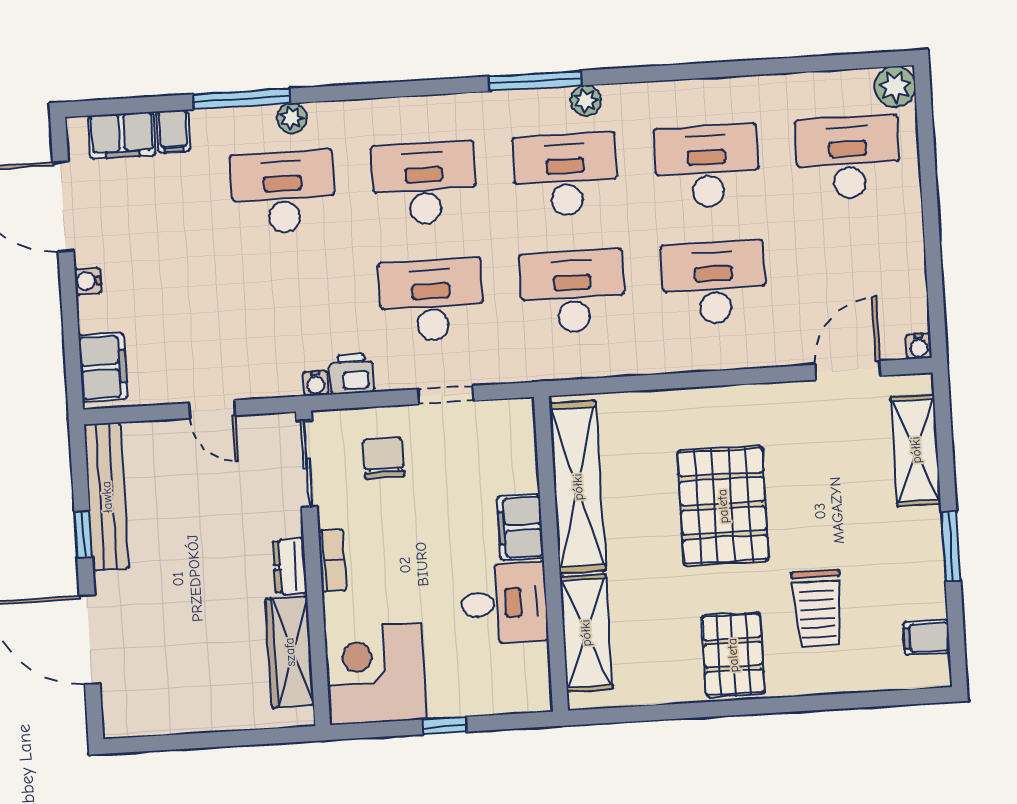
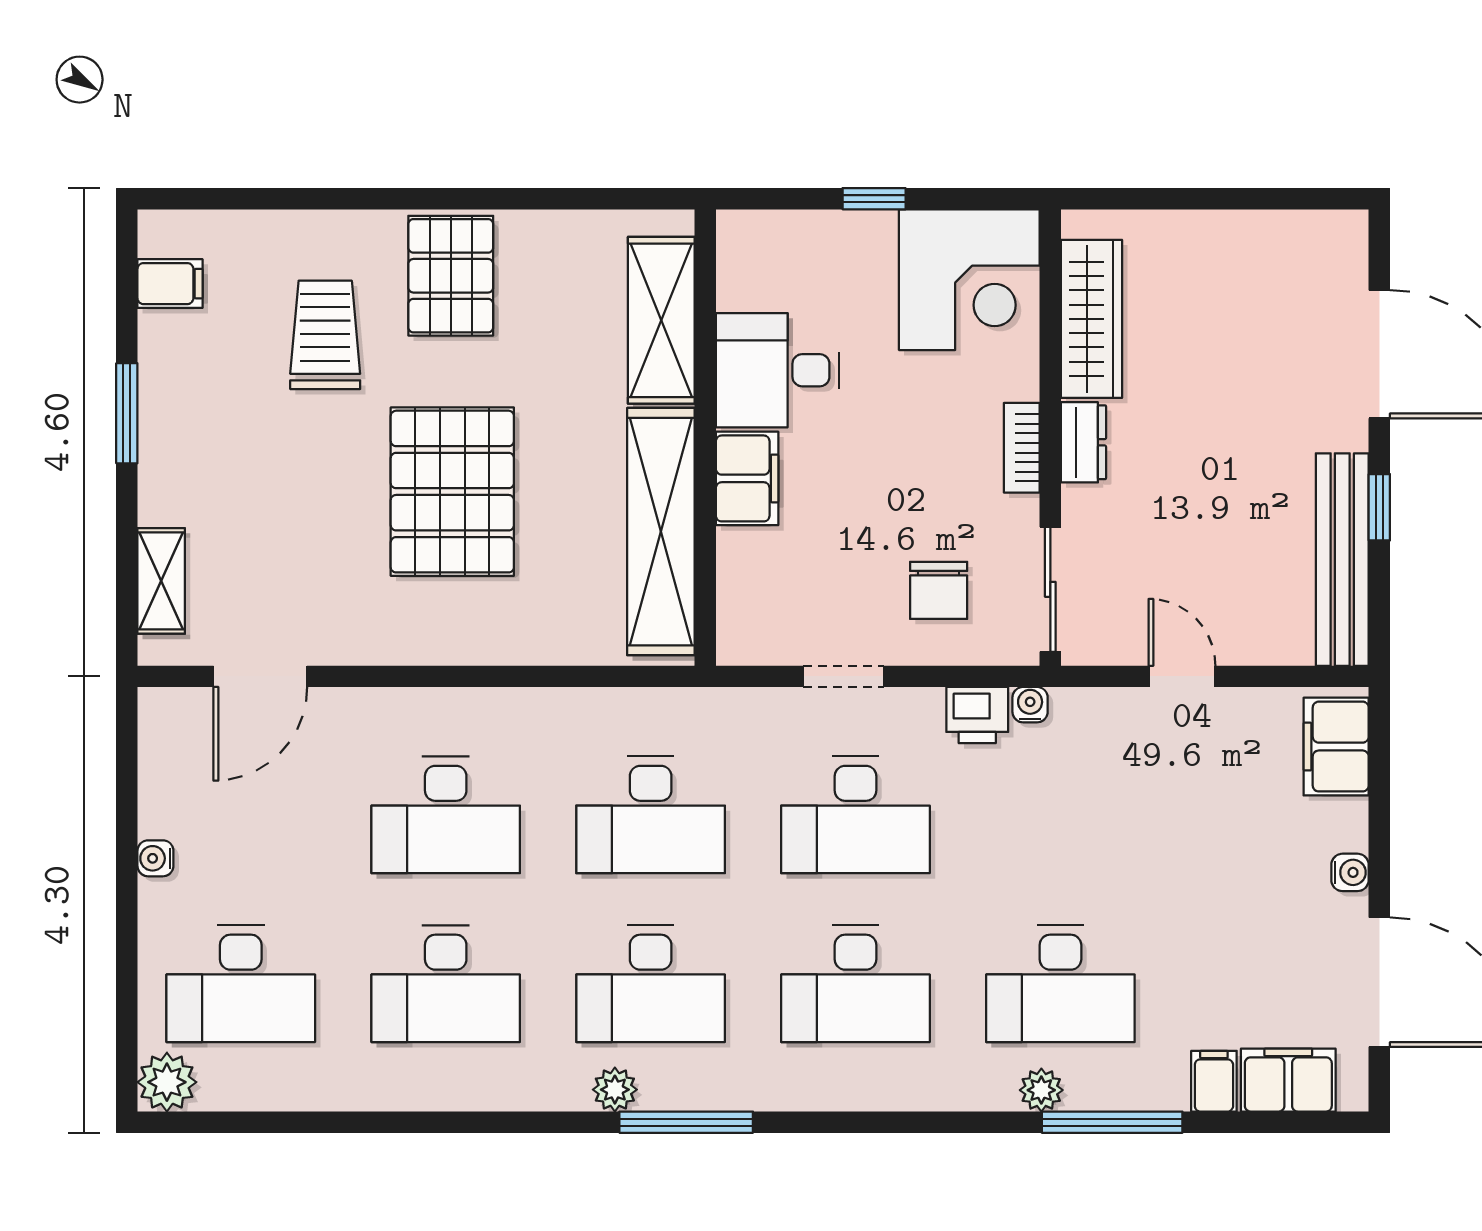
water cooler: (919, 346) -> (155, 858), moved, turned -90
shelving: (916, 450) -> (161, 581), width x0.67, depth x0.75

